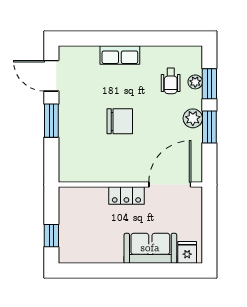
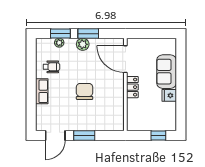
wheelchair: (171, 81) -> (51, 67), moved
fridge: (187, 252) -> (169, 95), moved

